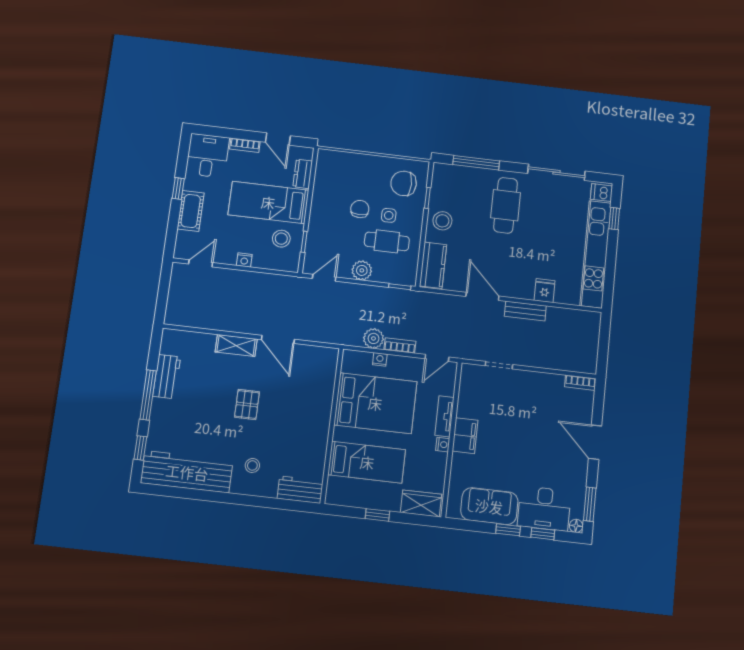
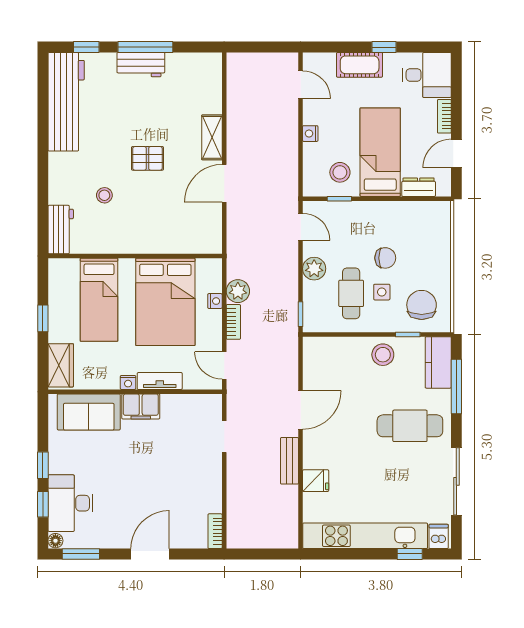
kitchen counter: (433, 265) -> (438, 362), moved, turned 90
workbench: (167, 377) -> (141, 65), moved
stool: (252, 465) -> (104, 195), moved
sofa: (489, 506) -> (89, 412), moved, turned 90

